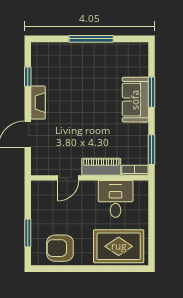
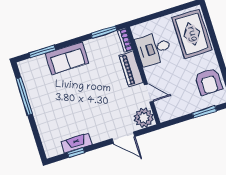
window: (91, 39) -> (24, 96), moved
window: (151, 92) -> (42, 51), moved
fireplace: (38, 103) -> (76, 143), moved
plant: (43, 164) -> (144, 118), added

